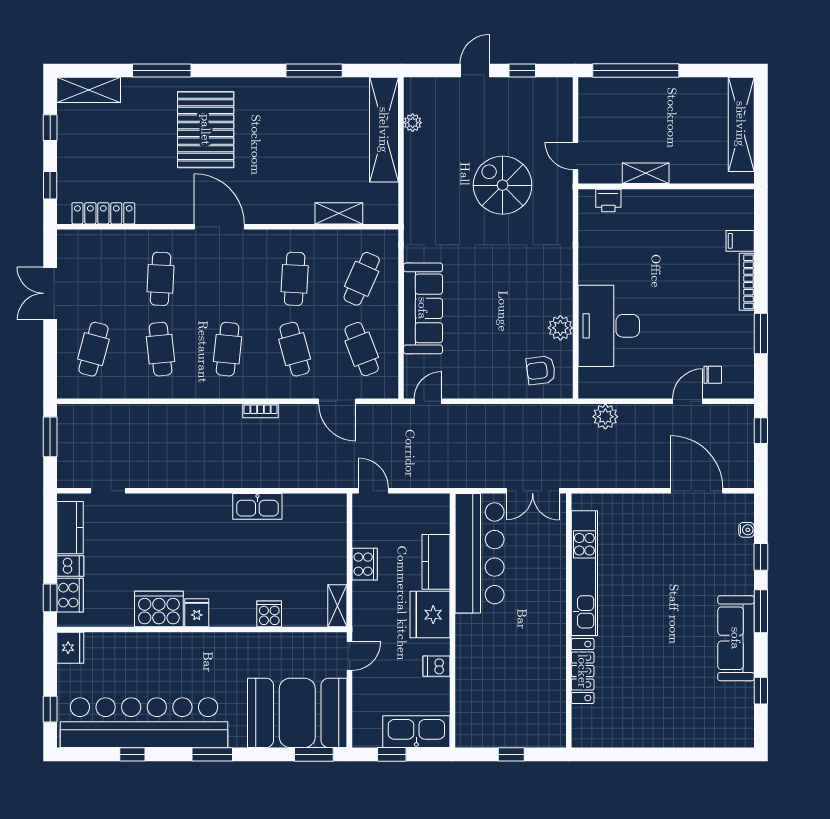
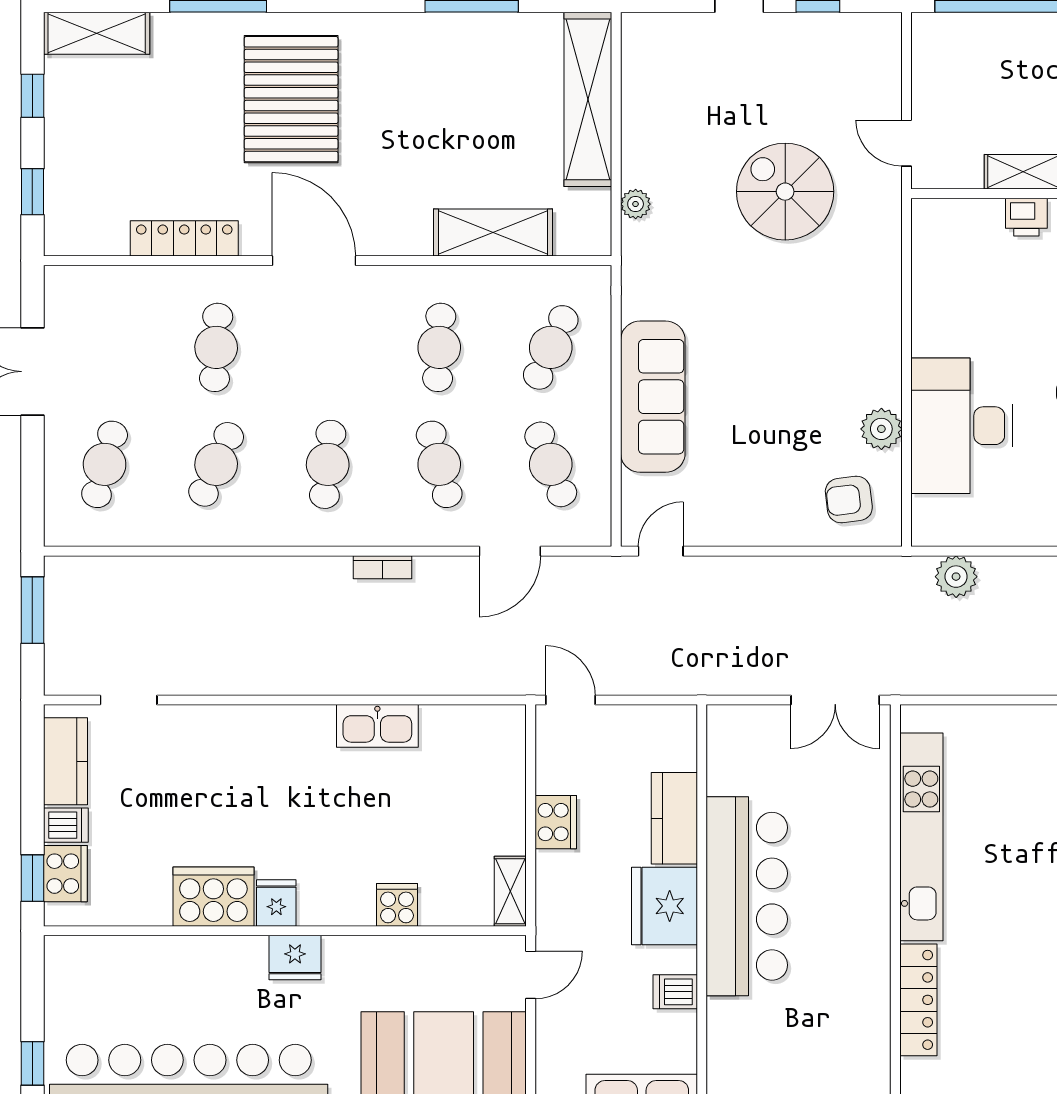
plant: (413, 123) -> (636, 204), moved
printer: (608, 200) -> (1026, 217), moved
locker: (103, 213) -> (184, 238), moved
shelving: (339, 213) -> (493, 233), width x1.50, depth x1.33
cafe table: (161, 349) -> (216, 464), turned 30
door: (337, 401) -> (510, 551), hinge flipped
bar counter: (480, 553) -> (747, 896), moved
fridge: (70, 648) -> (295, 958), moved, turned 90

